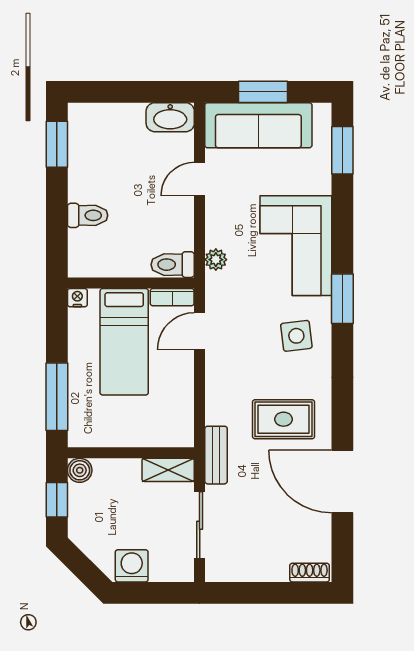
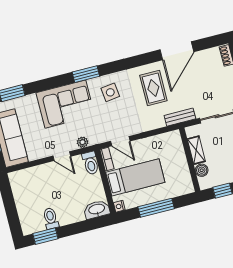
washbasin: (170, 117) -> (97, 209), moved, turned -90
door: (200, 179) -> (62, 156), moved
toilet: (88, 215) -> (51, 218), moved
window: (57, 397) -> (156, 208), moved
boiler: (80, 470) -> (202, 170), moved
shelving: (168, 470) -> (196, 150), moved

